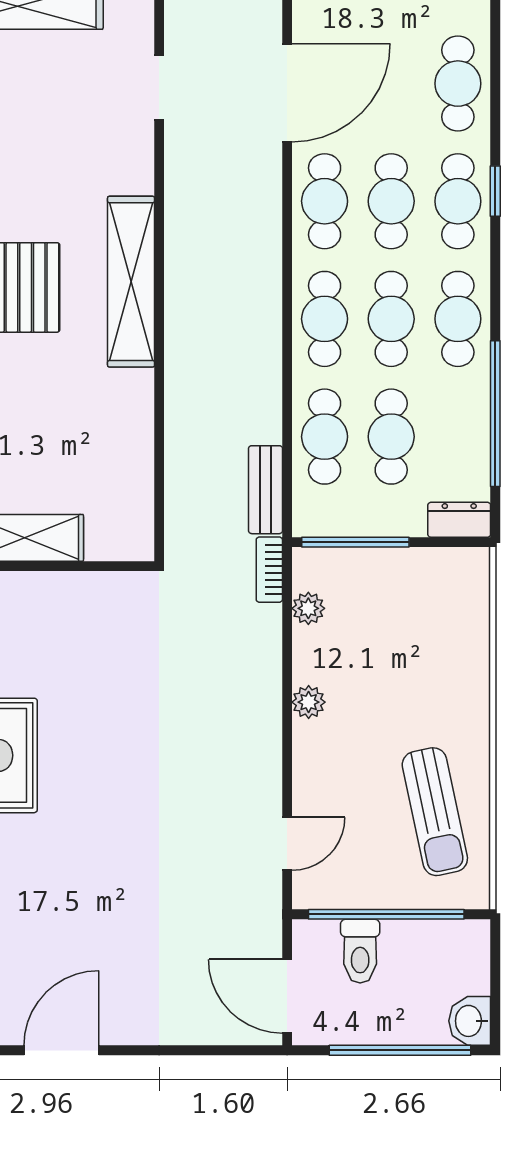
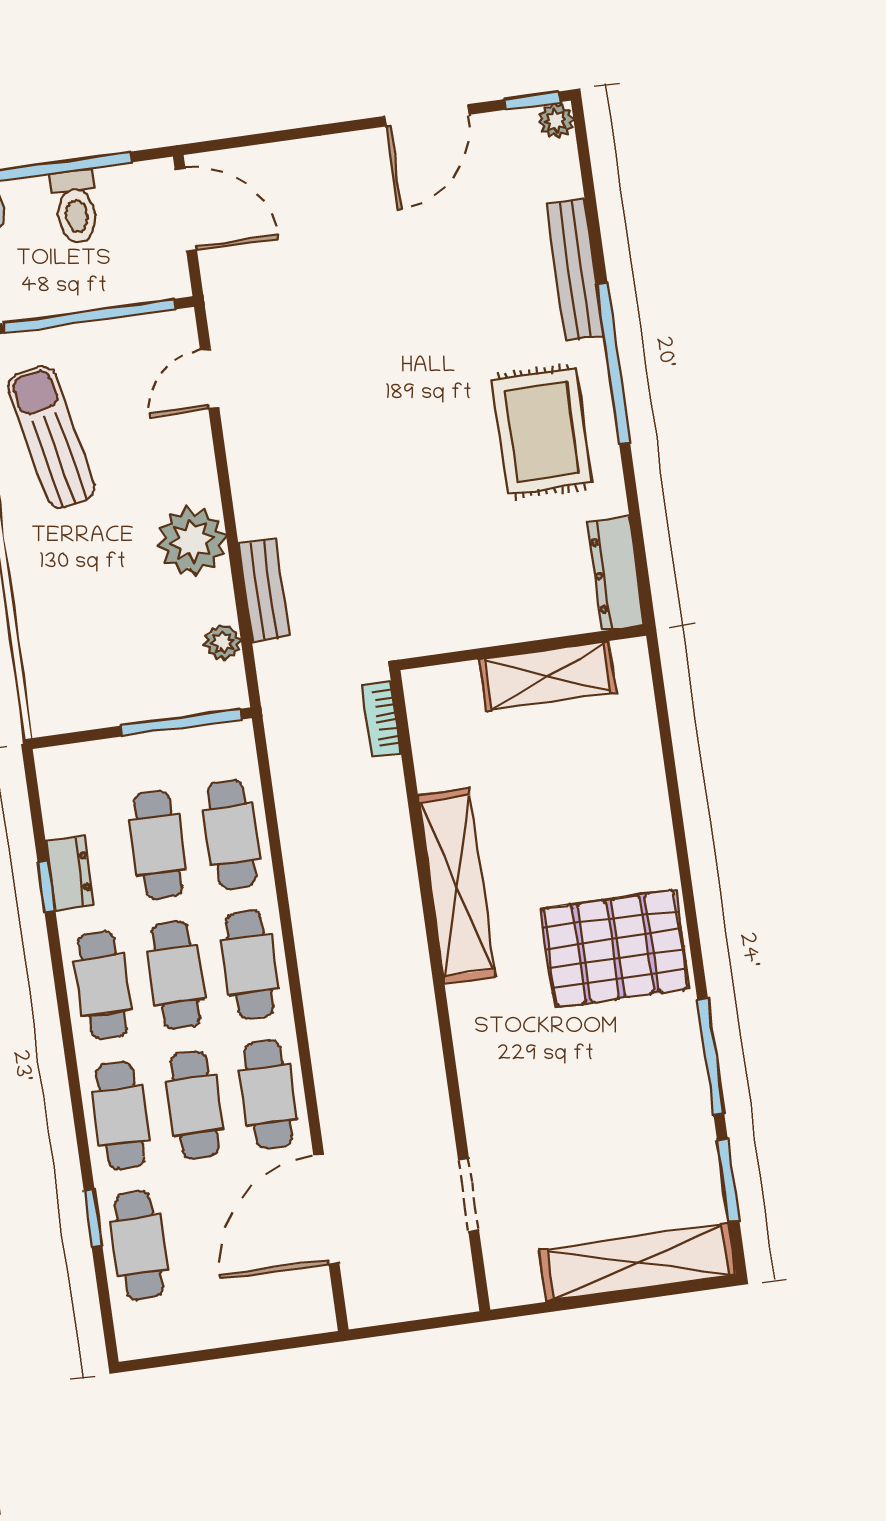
window: (495, 191) -> (93, 1218), moved
shelving: (131, 282) -> (457, 886), moved
window: (495, 414) -> (46, 886), width x0.32
bench: (266, 490) -> (264, 590), moved
dresser: (459, 520) -> (70, 873), moved, turned -90
bookcase: (269, 570) -> (381, 718), moved, turned 180
plant: (309, 702) -> (192, 541), width x1.88, depth x1.88
toilet: (360, 951) -> (76, 206), moved, turned 180

